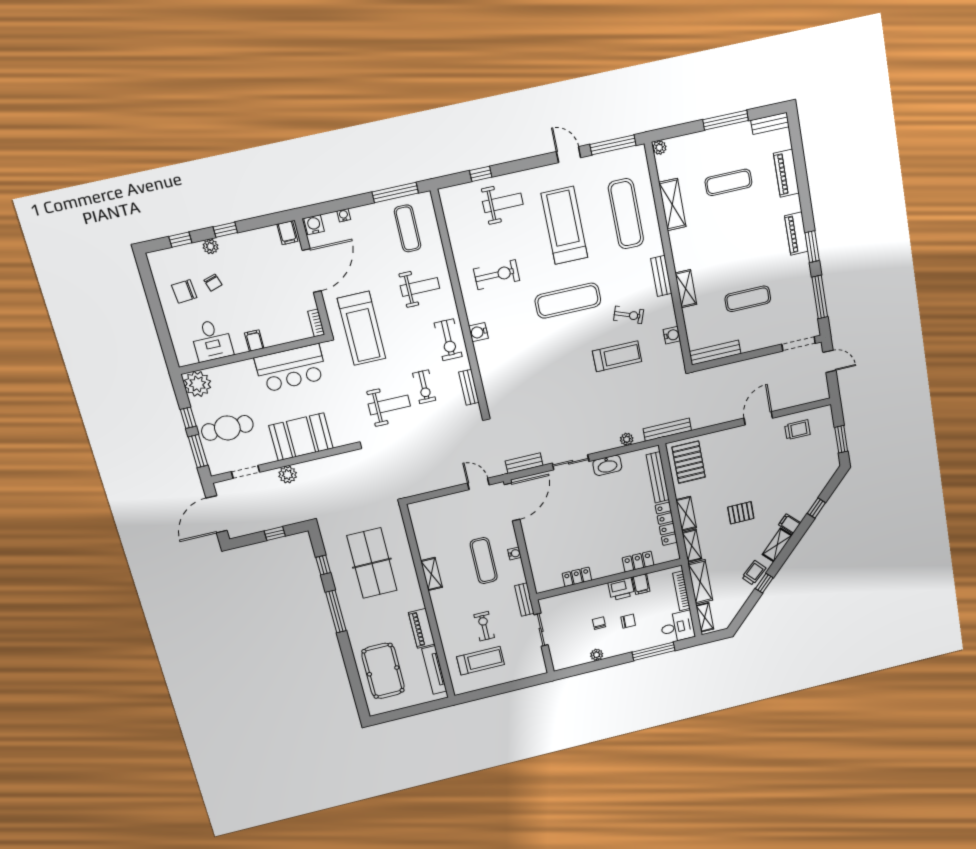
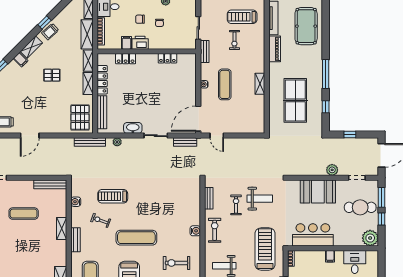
weight bench: (389, 405) -> (260, 199), turned 180

